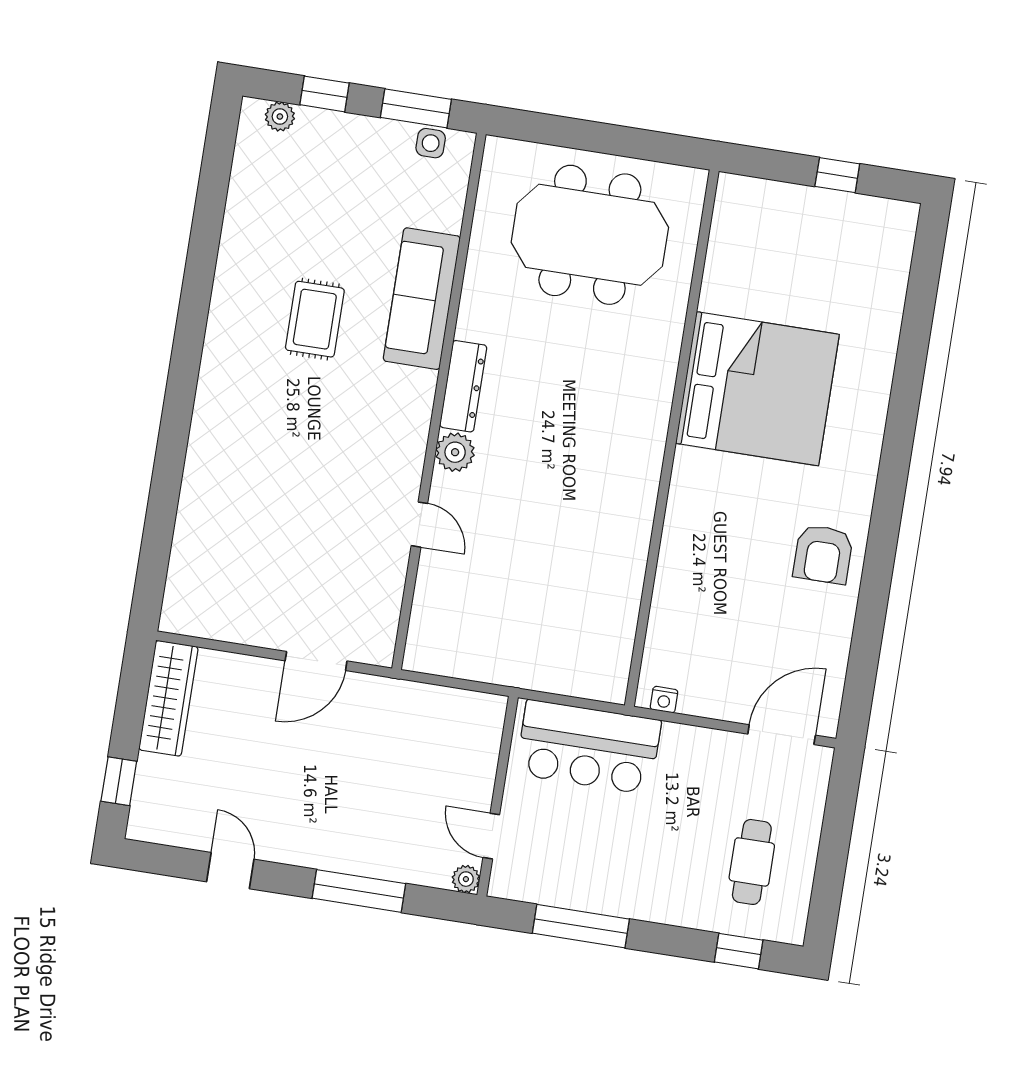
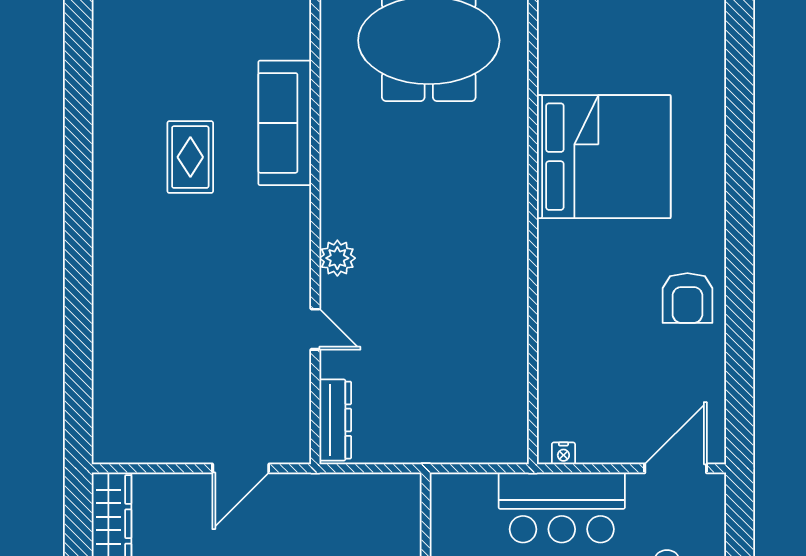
dresser: (463, 386) -> (335, 420), moved
bar counter: (588, 747) -> (562, 508), moved

